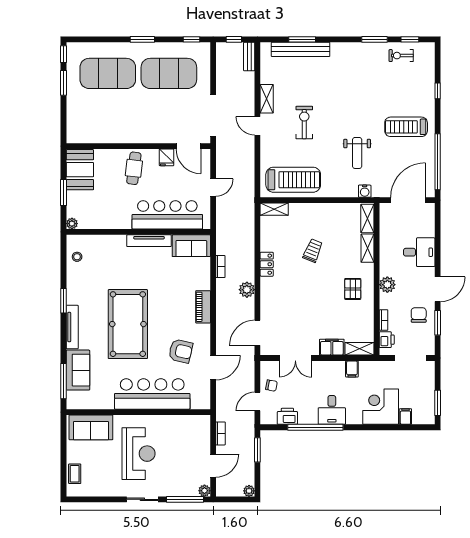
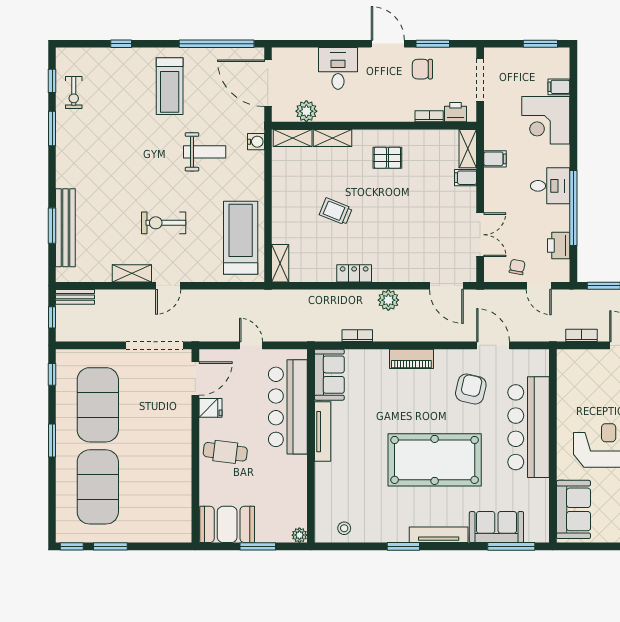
plant: (387, 285) -> (306, 111), moved
filing cabinet: (332, 347) -> (466, 178), width x0.50

